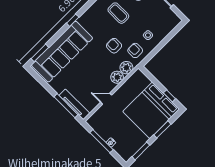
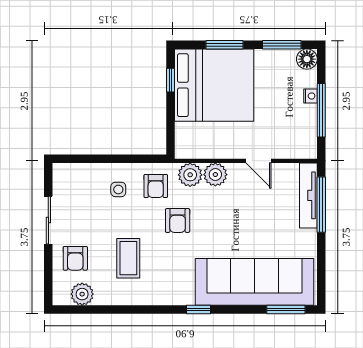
floor lamp: (126, 155) -> (307, 59), added

